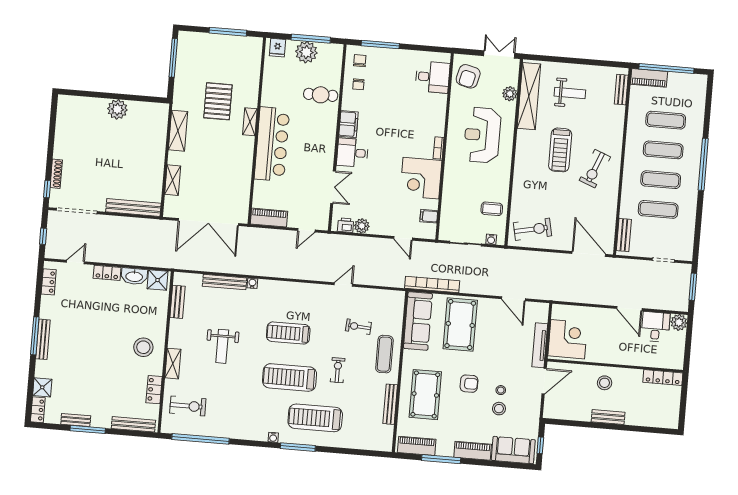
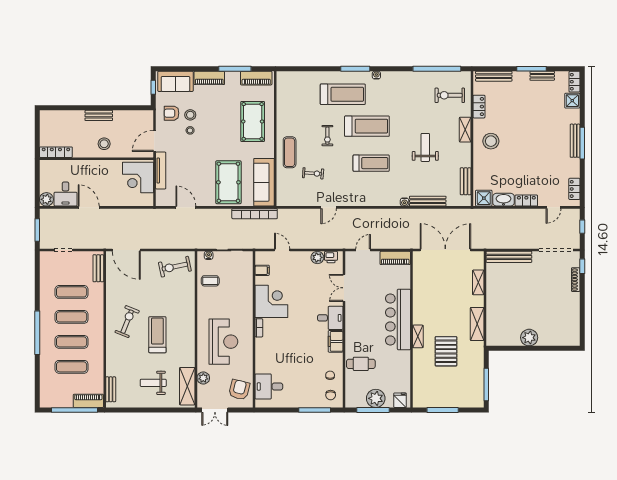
shelving: (529, 96) -> (187, 386), width x0.68
armchair: (469, 384) -> (172, 113), moved
bench: (390, 404) -> (281, 111), removed

